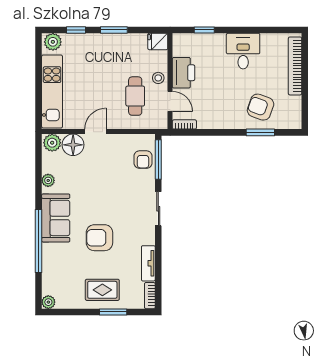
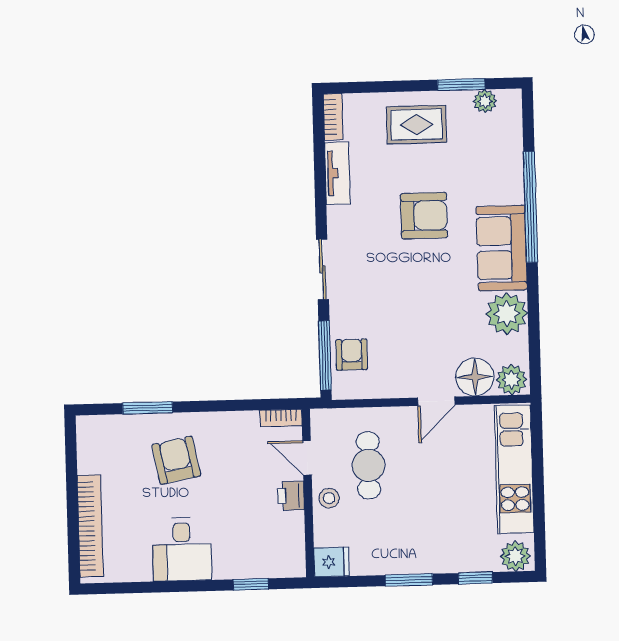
printer: (184, 73) -> (291, 496), width x0.53, depth x0.68
armchair: (261, 107) -> (176, 460), moved, turned -121
plant: (48, 180) -> (507, 314), width x1.88, depth x1.88
plant: (48, 302) -> (485, 101), moved
window: (113, 312) -> (461, 85), moved

